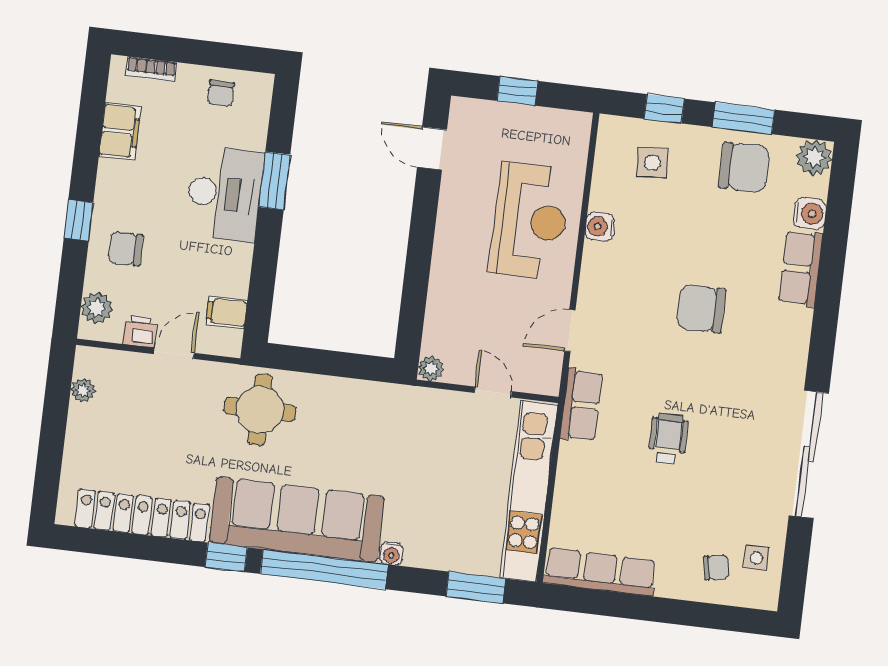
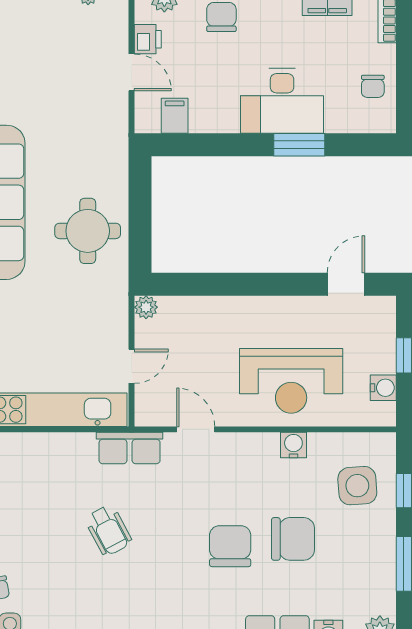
chair: (221, 93) -> (373, 86), turned -90
water cooler: (549, 122) -> (383, 388), added
side table: (652, 163) -> (357, 486), width x1.37, depth x1.37
chair: (744, 167) -> (293, 539), moved, turned -90
round table: (260, 410) -> (88, 231), moved
wheelchair: (668, 439) -> (108, 530), turned 62

